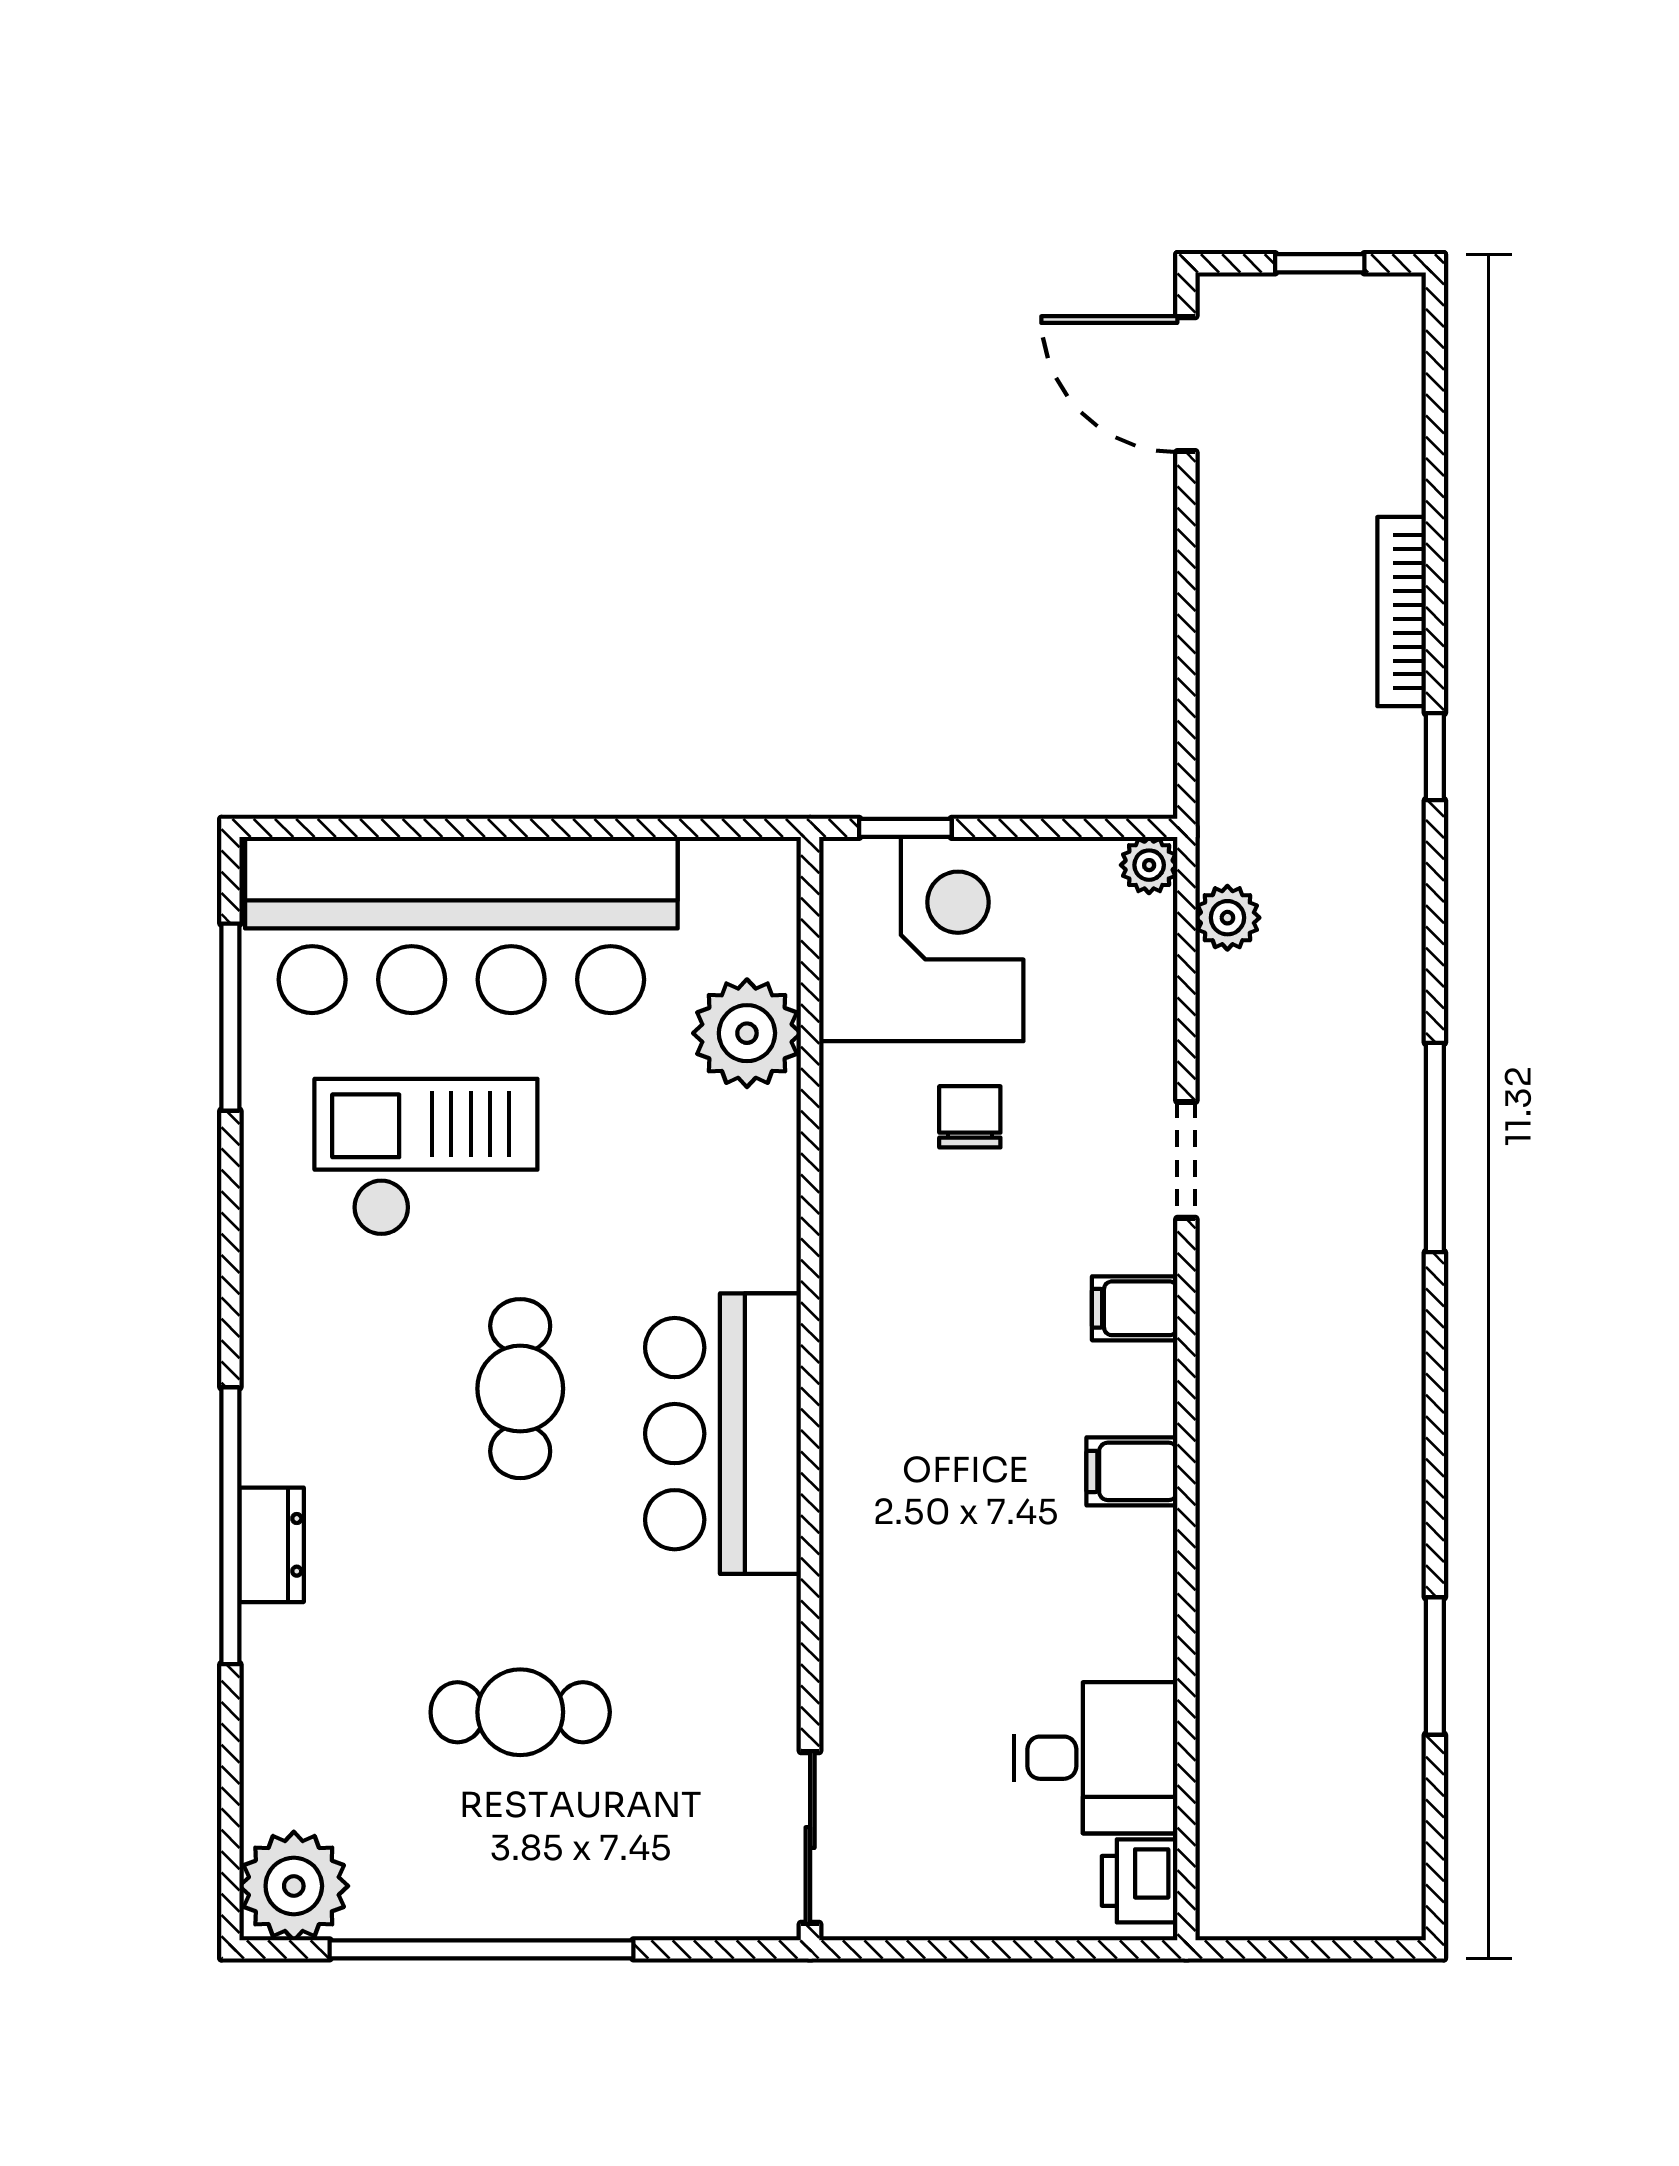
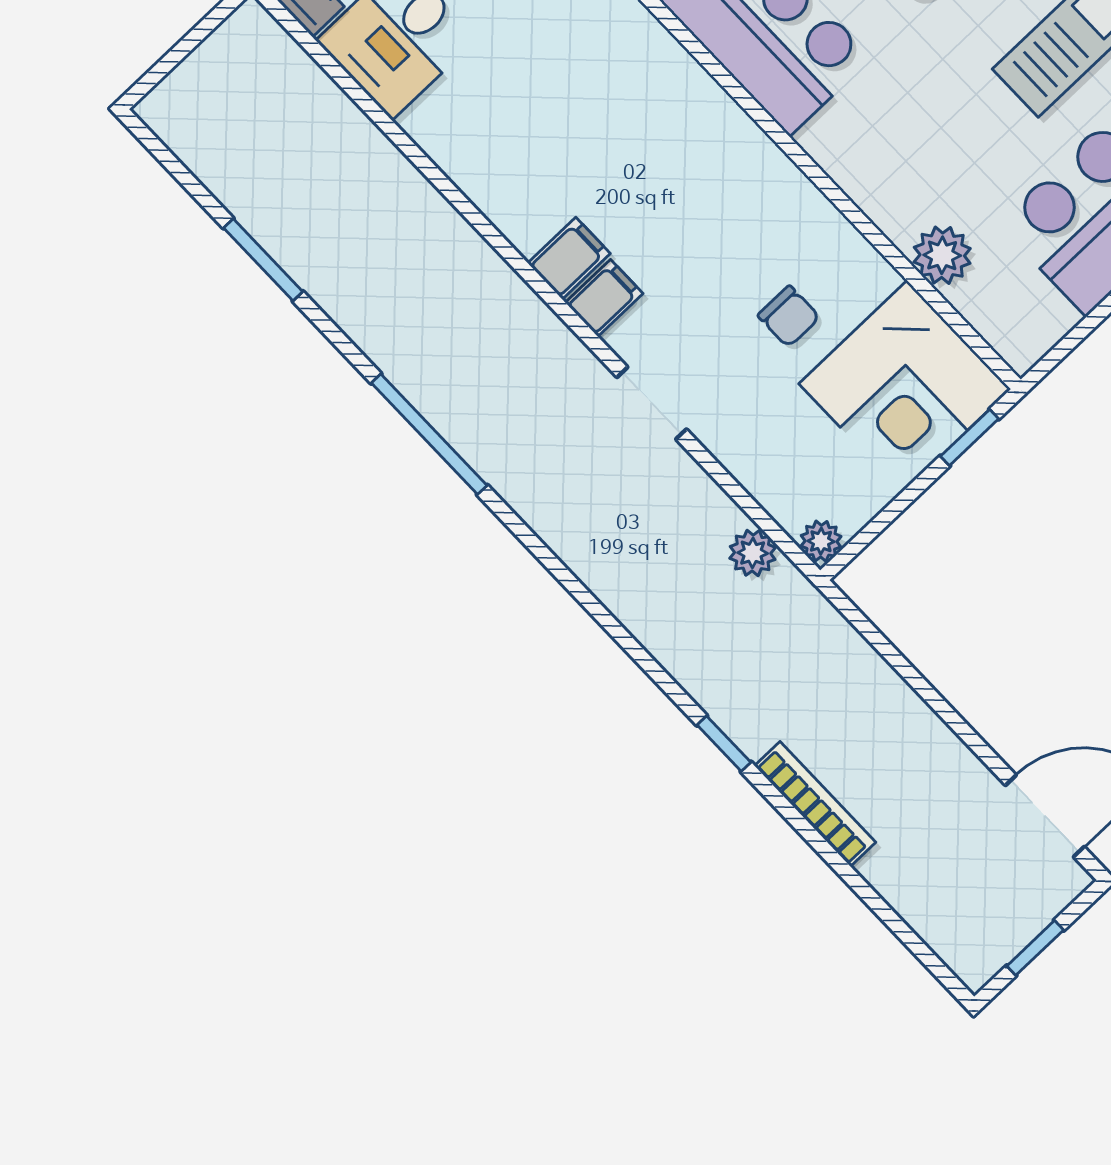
plant: (747, 1033) -> (942, 255), width x0.73, depth x0.73
window: (1435, 1148) -> (429, 434), moved
filing cabinet: (1132, 1471) -> (569, 258), moved

